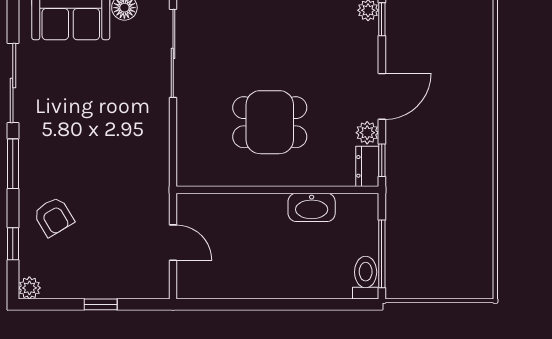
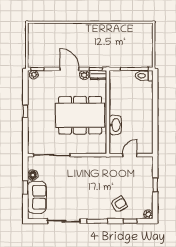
dining table: (270, 122) -> (80, 115), width x1.88, depth x1.24
washbasin: (312, 207) -> (115, 125), moved

